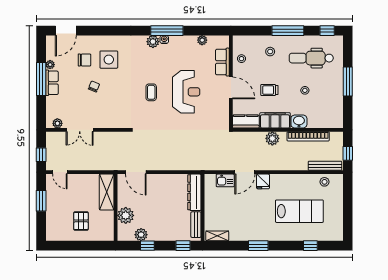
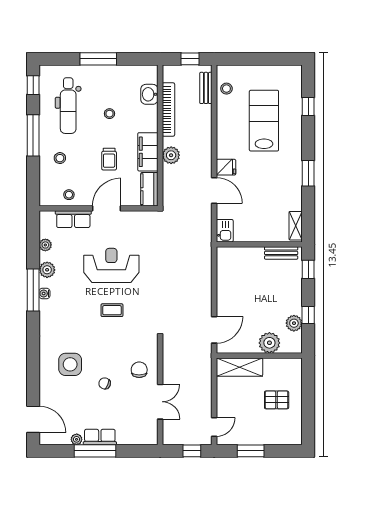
plant: (153, 42) -> (47, 270), moved
chair: (84, 60) -> (139, 370), moved
washbasin: (299, 121) -> (149, 94), moved
plant: (57, 123) -> (152, 430), removed
bench: (325, 166) -> (206, 88), width x0.73
kitchen sink: (225, 180) -> (225, 231), moved
dresser: (194, 192) -> (240, 255), removed

